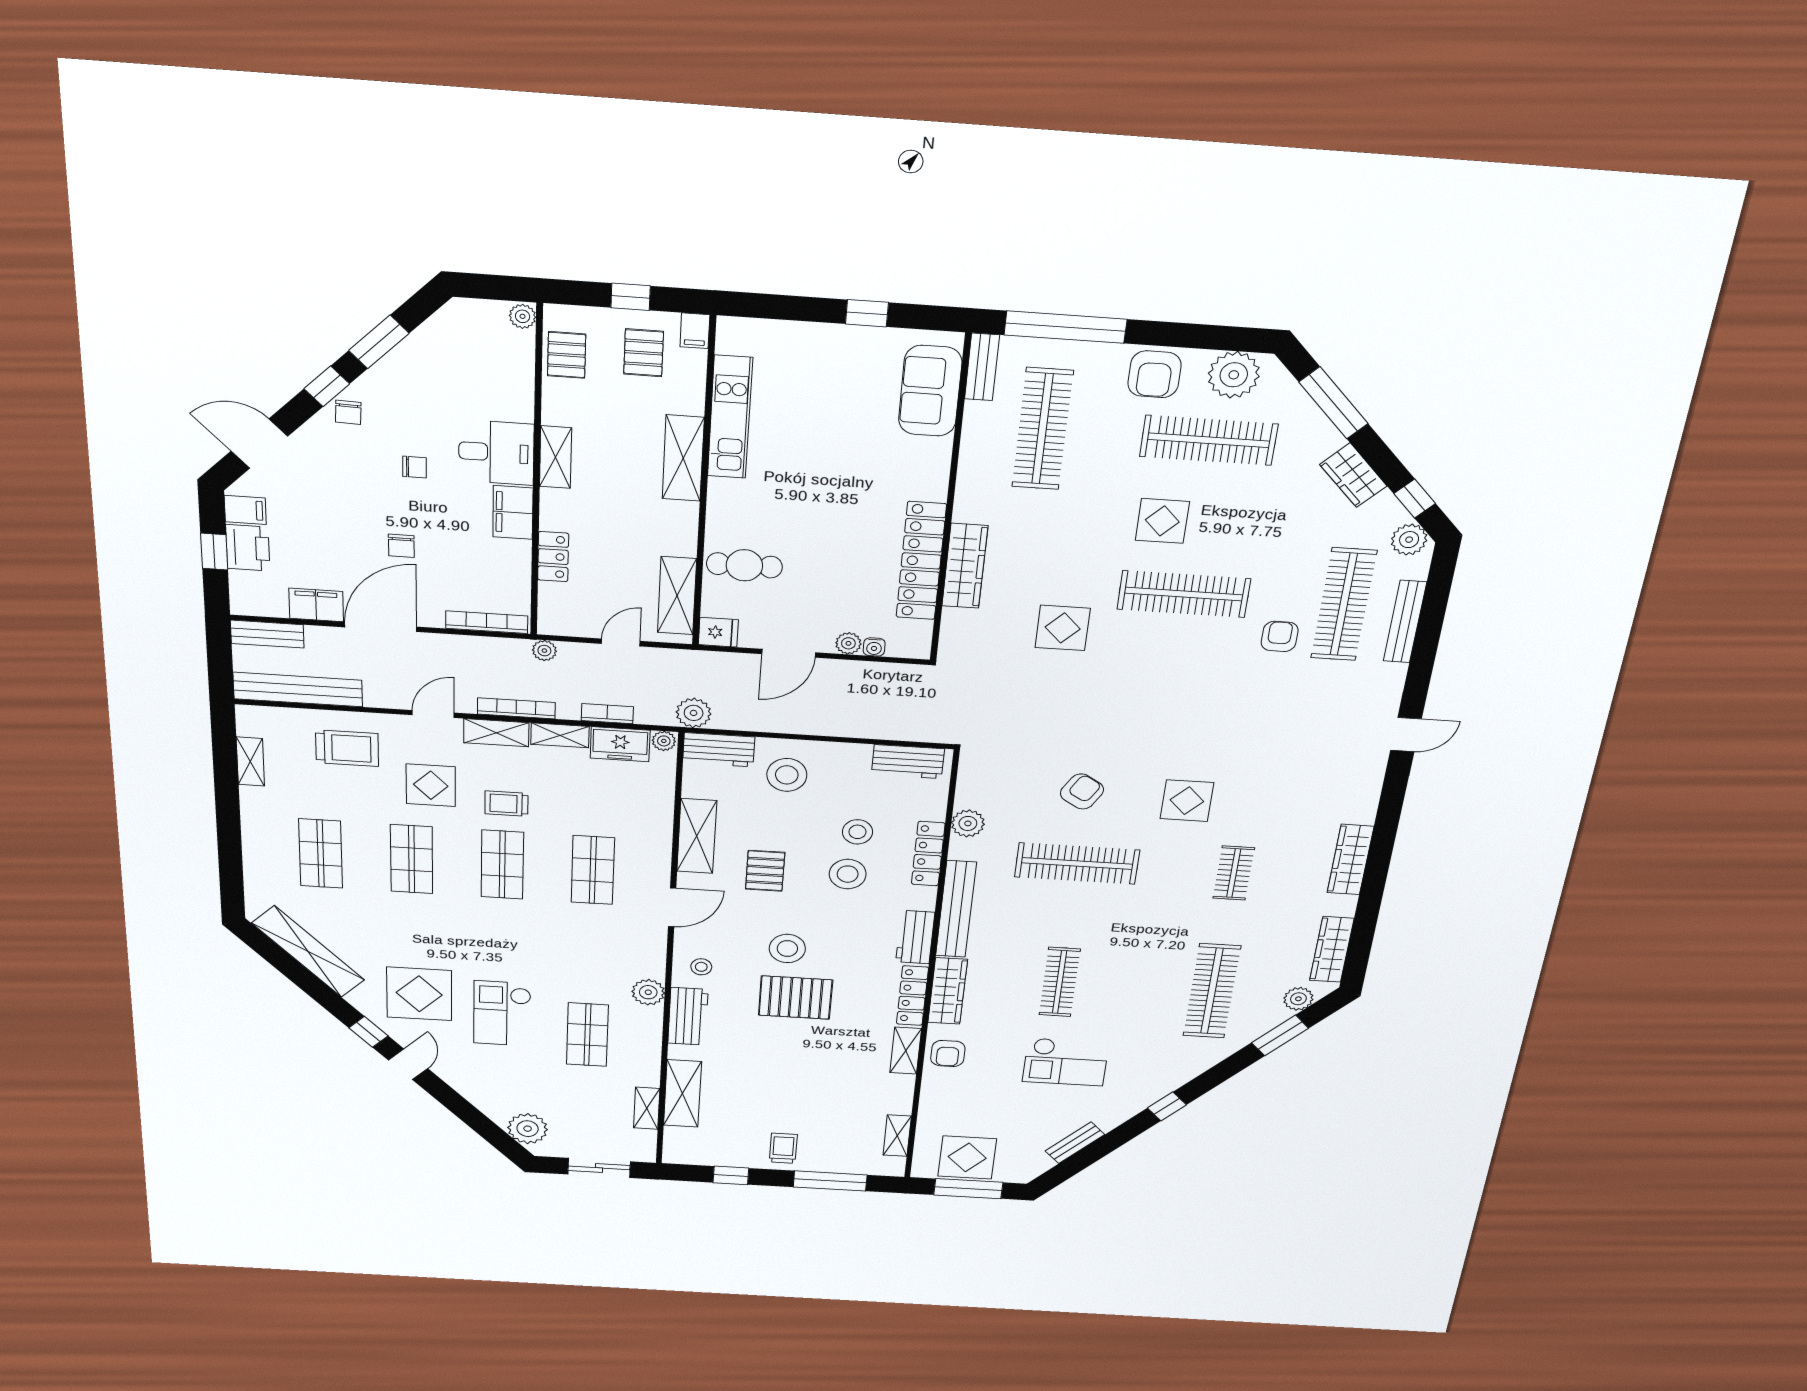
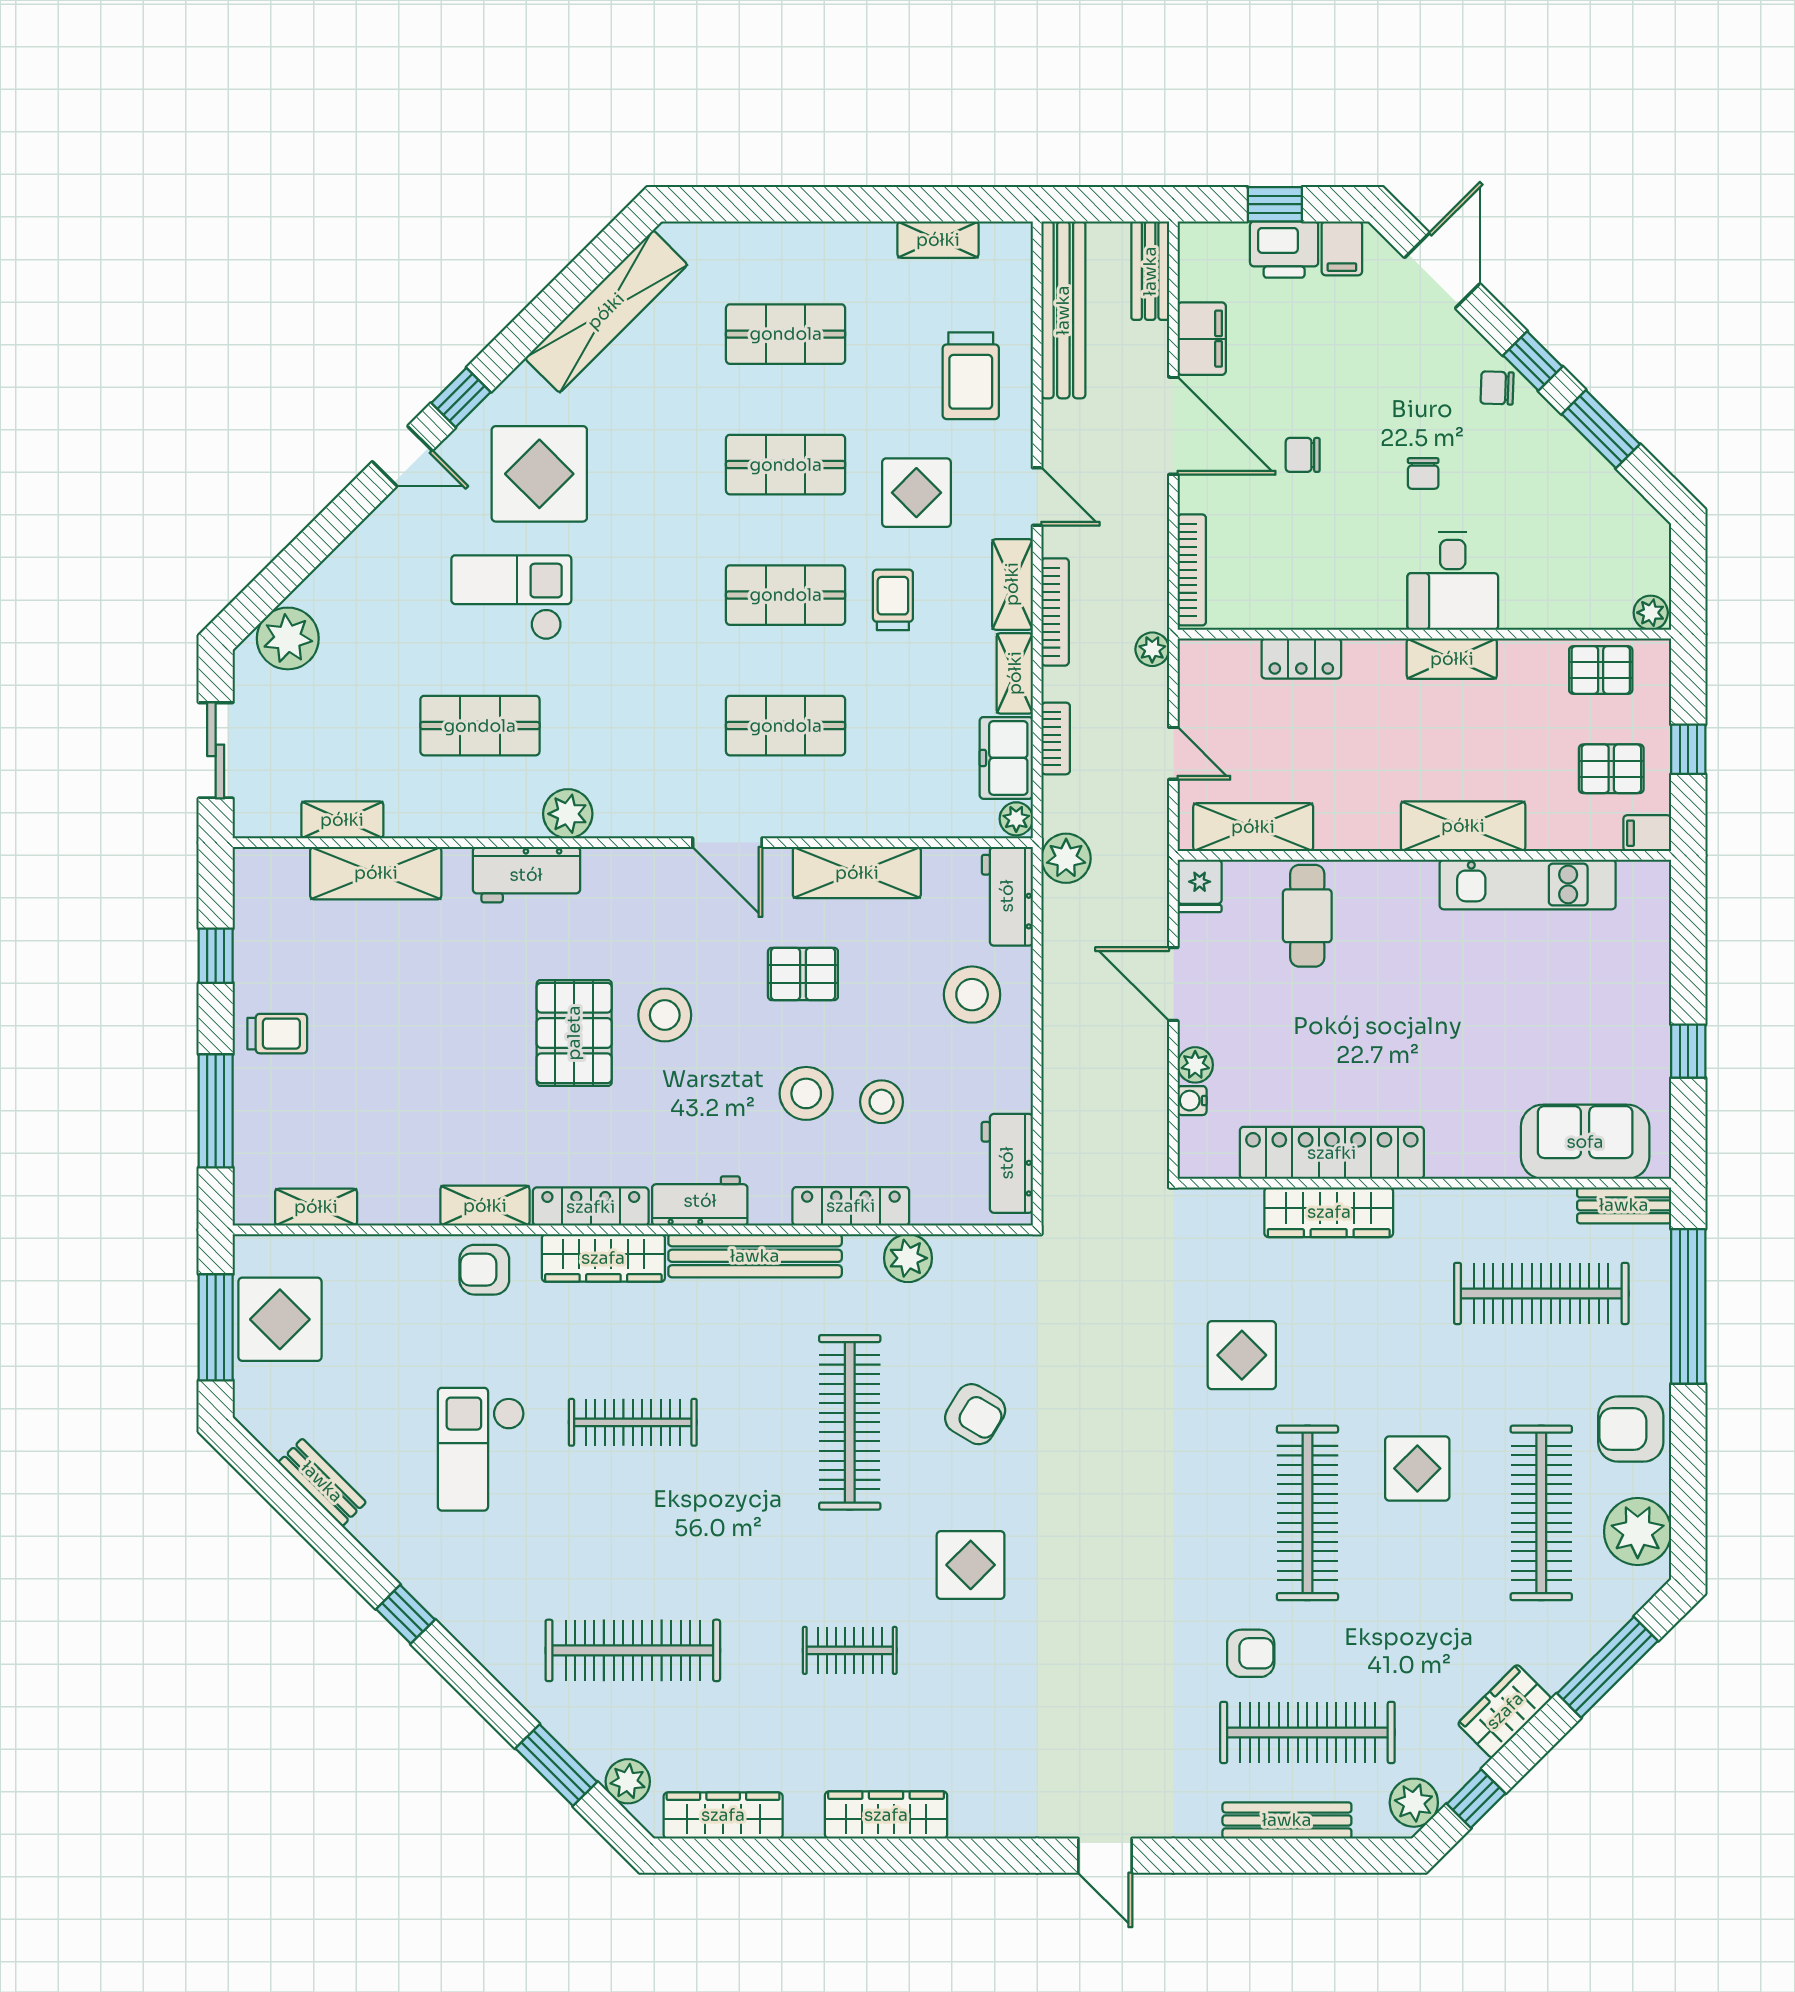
filing cabinet: (513, 513) -> (1365, 604), removed
stool: (701, 967) -> (621, 890), removed

